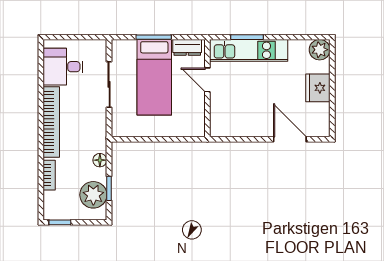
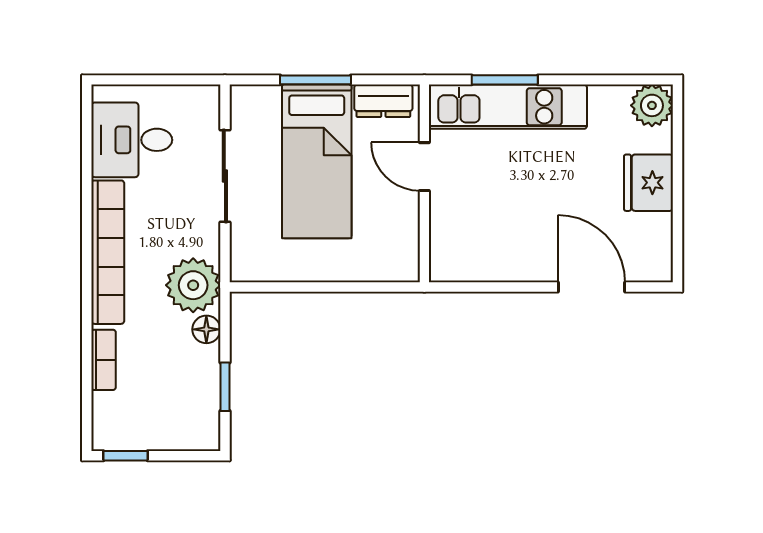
plant: (93, 195) -> (193, 285), moved

